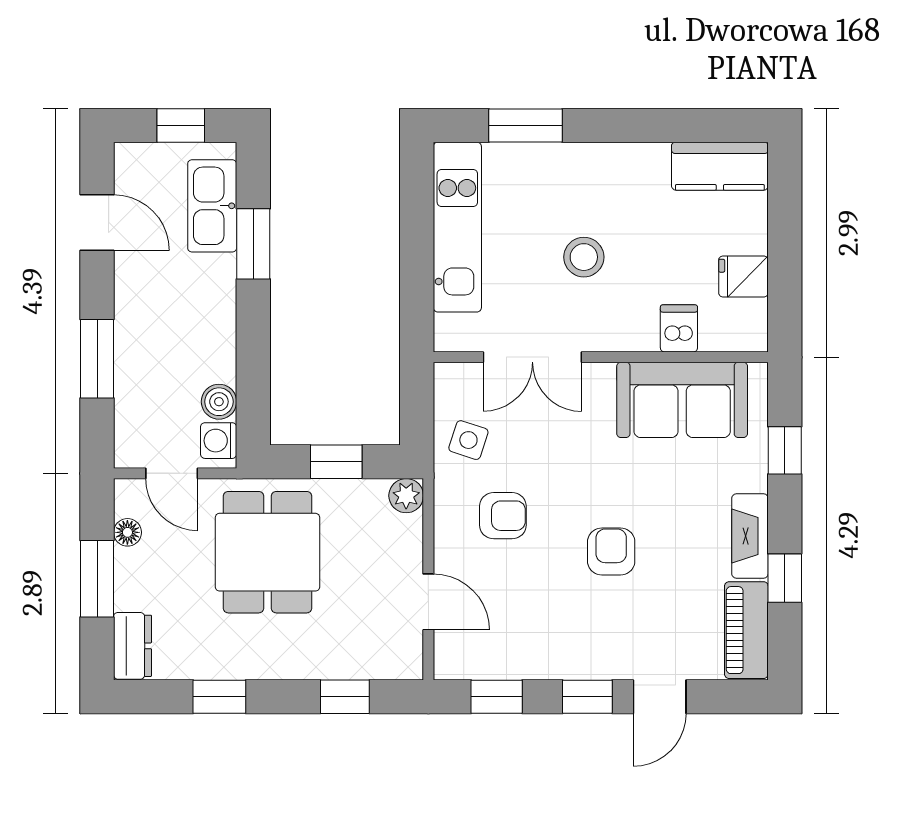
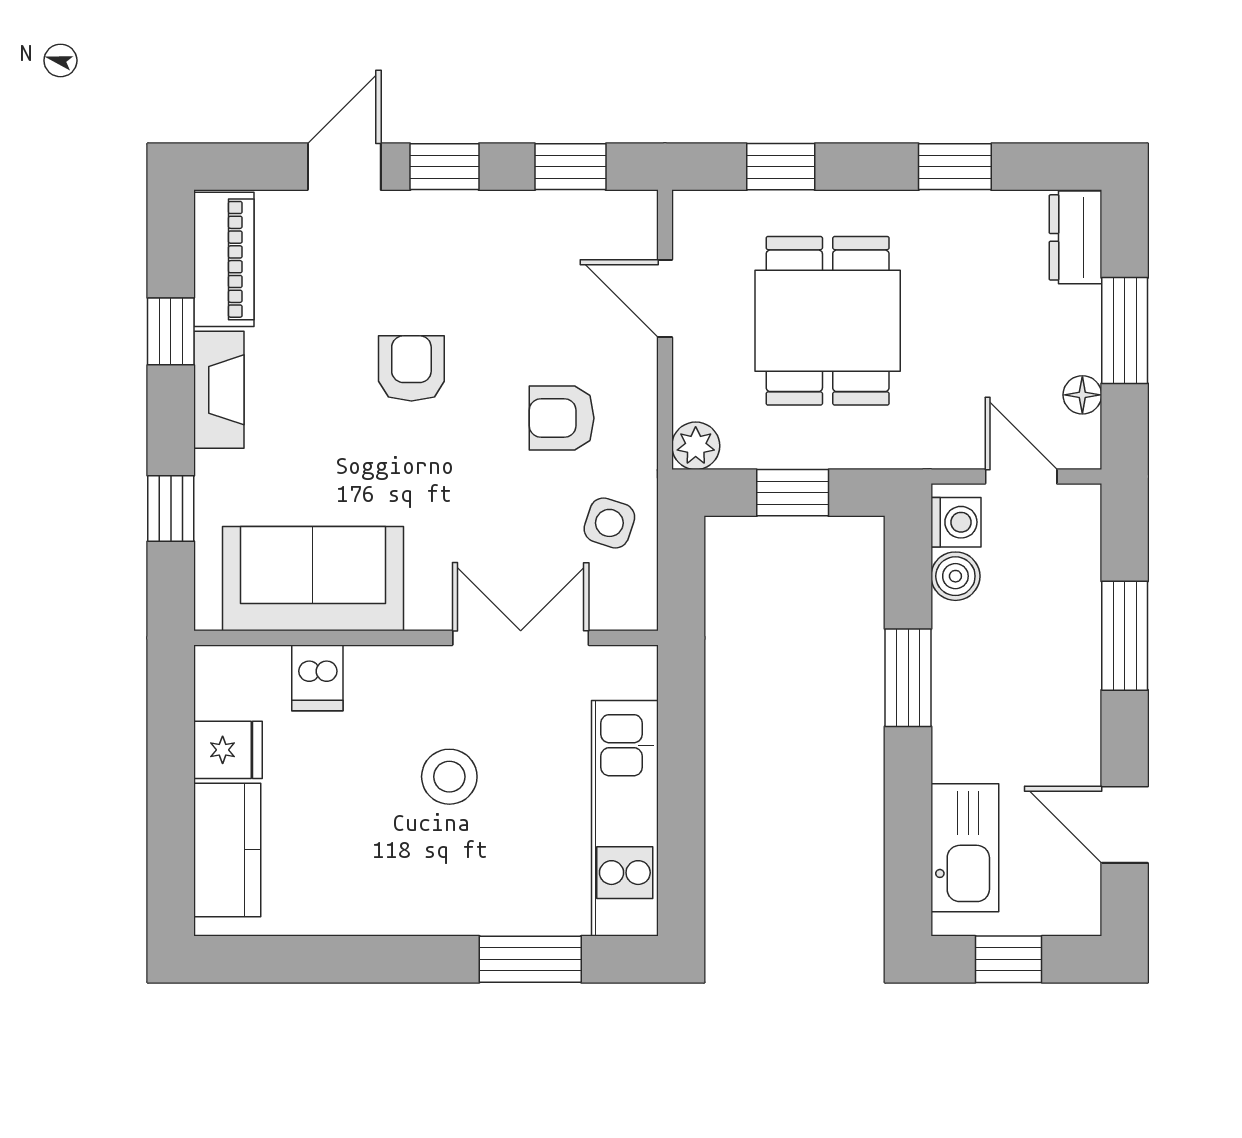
kitchen counter: (720, 166) -> (227, 850), moved, turned 90
window: (253, 244) -> (908, 678), moved
dining table: (267, 552) -> (828, 321), moved
armchair: (611, 552) -> (411, 368), turned 180

